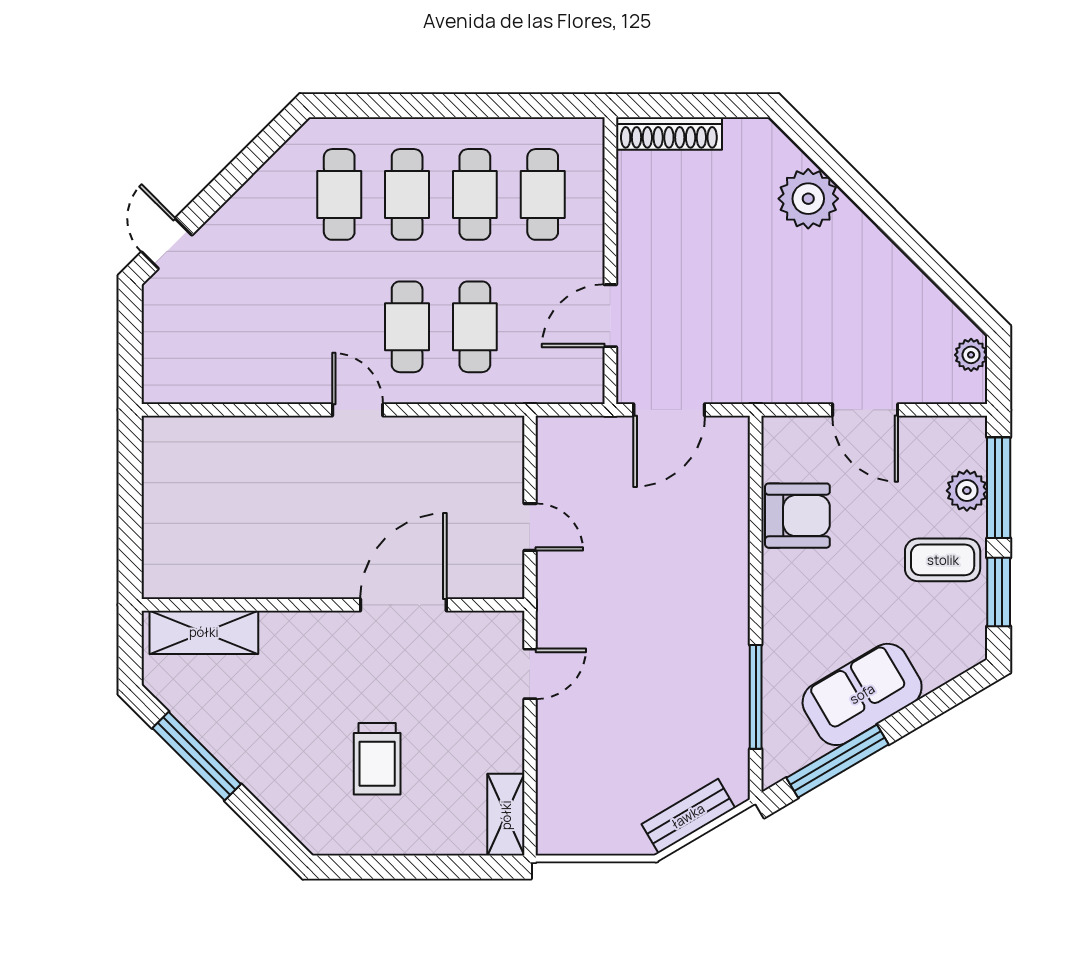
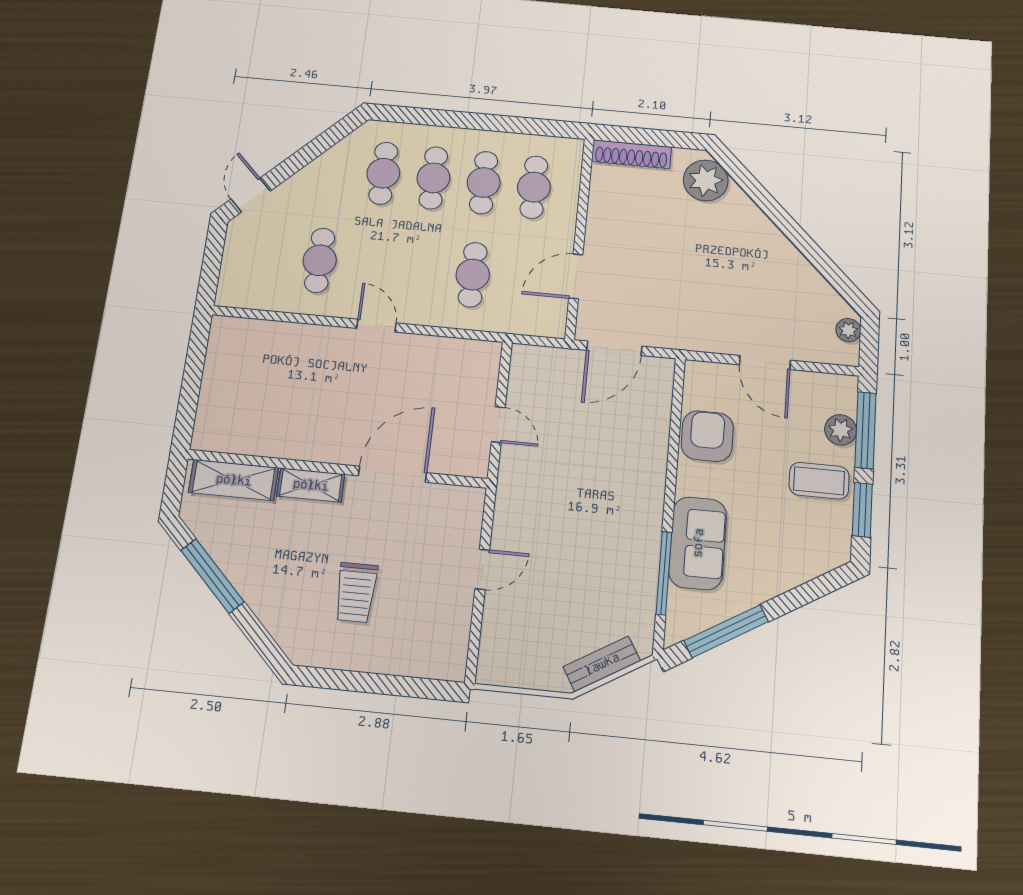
plant: (808, 199) -> (706, 180), moved
cafe table: (407, 327) -> (320, 260), moved
armchair: (797, 516) -> (707, 436), turned -90
door: (530, 674) -> (482, 569), moved
sofa: (862, 694) -> (698, 543), moved, turned 121
shelving: (506, 815) -> (311, 485), moved, turned 90

